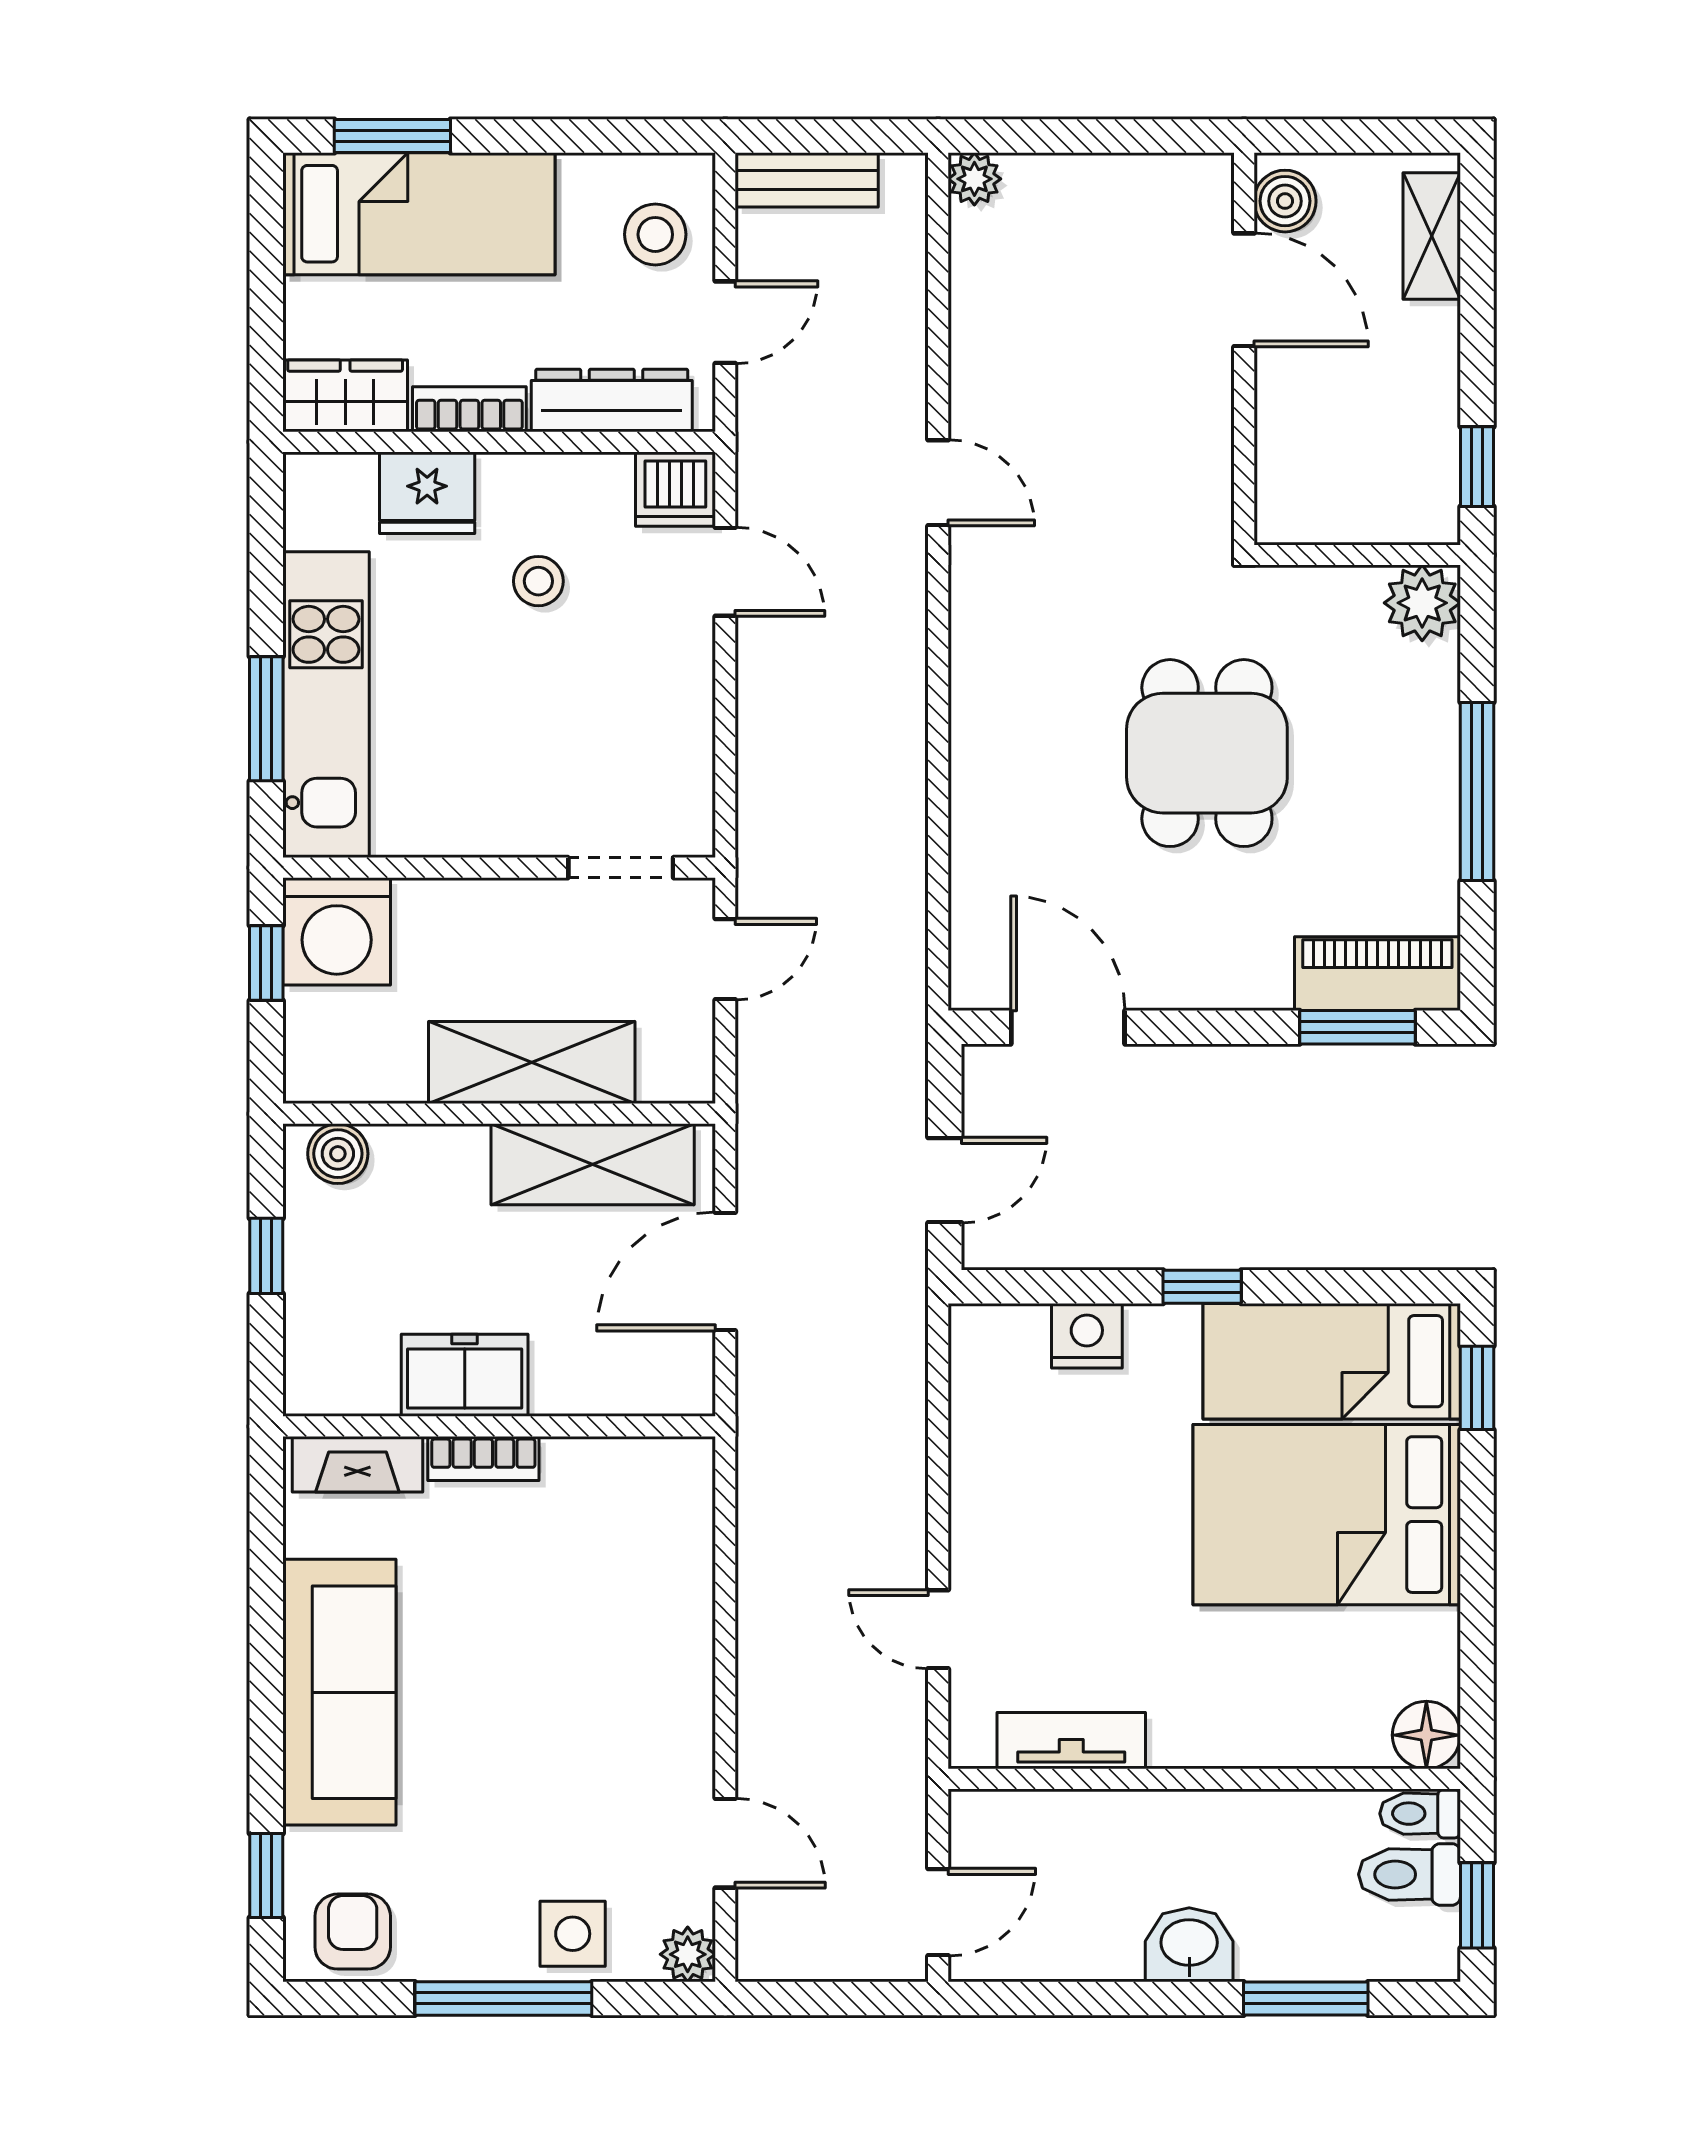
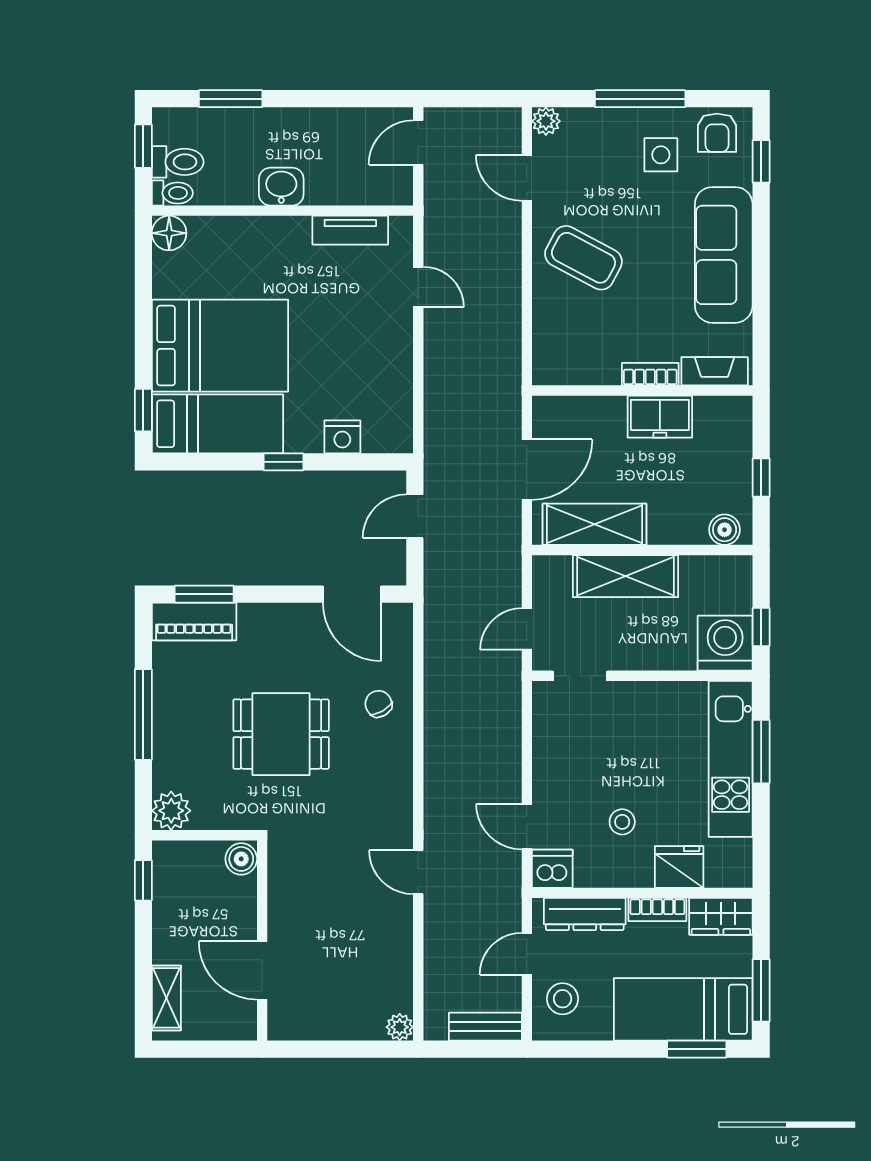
boiler: (1285, 201) -> (241, 859), moved
window: (266, 251) -> (761, 990), added
dining table: (1207, 753) -> (281, 734), turned 90
chair: (1016, 812) -> (378, 704), added
coffee table: (614, 1687) -> (583, 258), added
side table: (573, 1934) -> (661, 155), moved
washbasin: (1189, 1945) -> (281, 187), moved, turned 180

